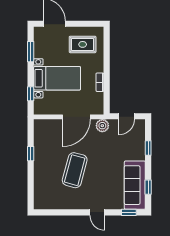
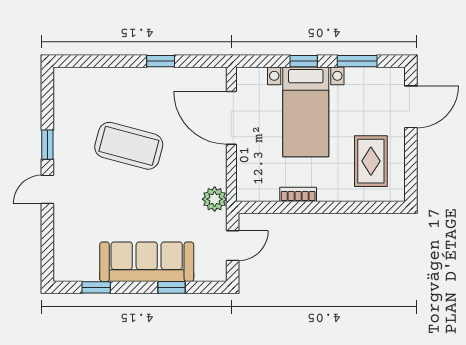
window: (31, 94) -> (304, 61), moved
door: (126, 116) -> (233, 246), swing flipped
door: (76, 117) -> (231, 118), moved
sofa: (135, 185) -> (147, 262), moved
window: (129, 212) -> (47, 145), moved

